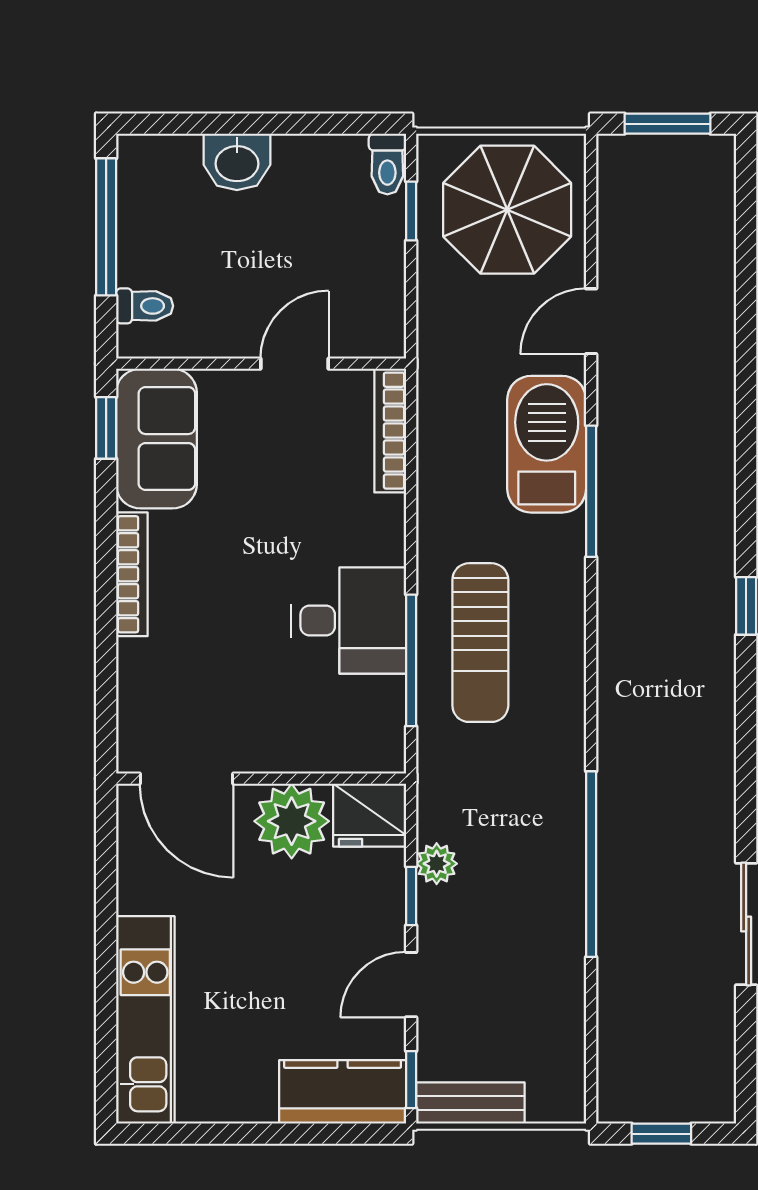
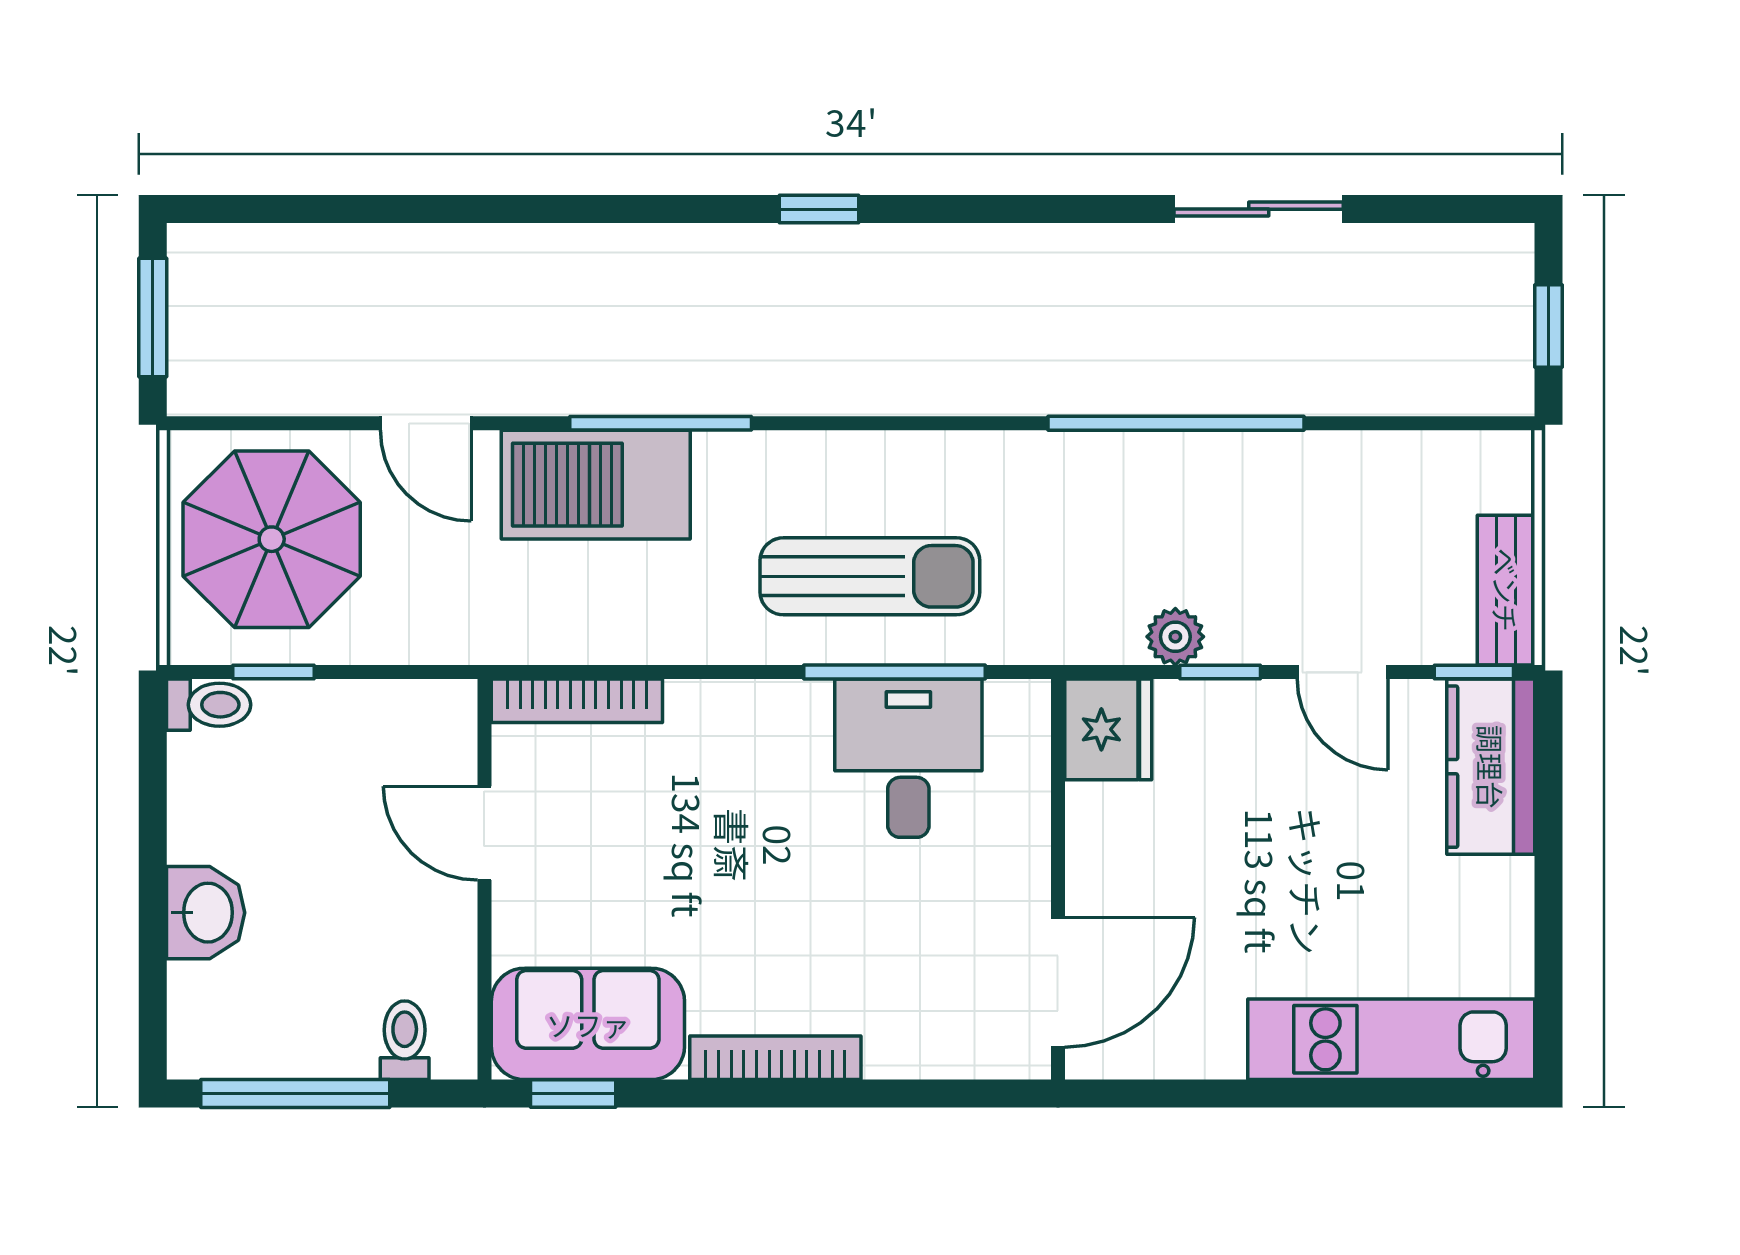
desk: (349, 621) -> (908, 758), moved
plant: (292, 821) -> (1117, 837), removed

